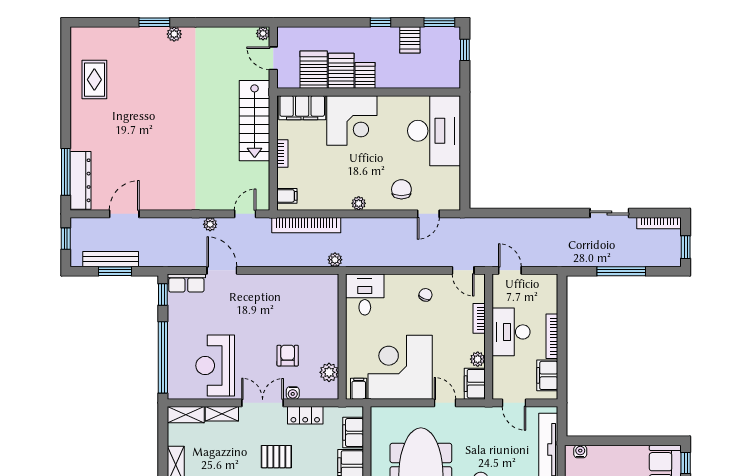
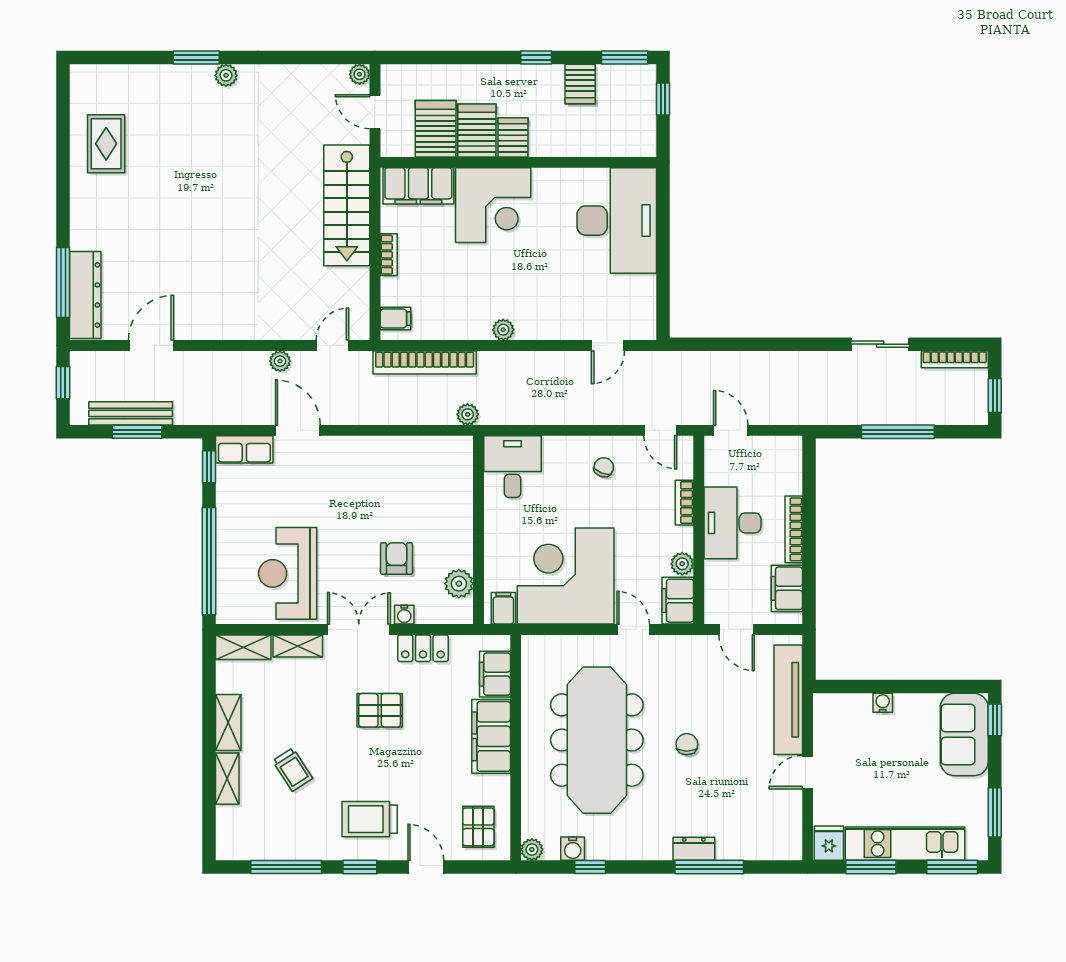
chair: (401, 189) -> (568, 309), removed
water cooler: (580, 452) -> (883, 703), moved

